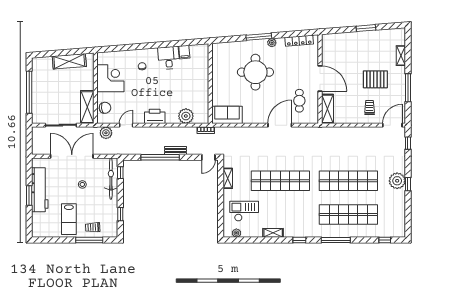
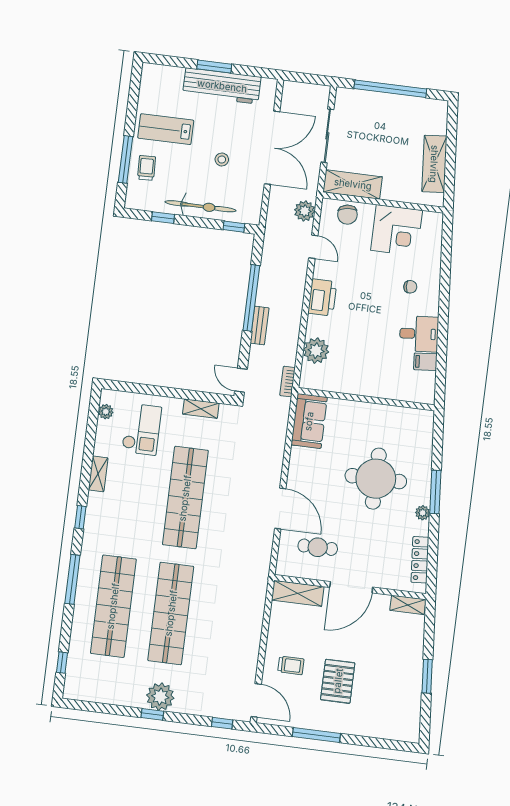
shelving: (401, 56) -> (408, 605), moved
bicycle: (111, 179) -> (200, 206), moved

